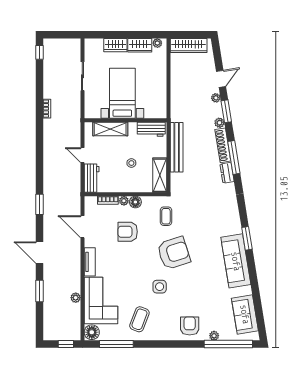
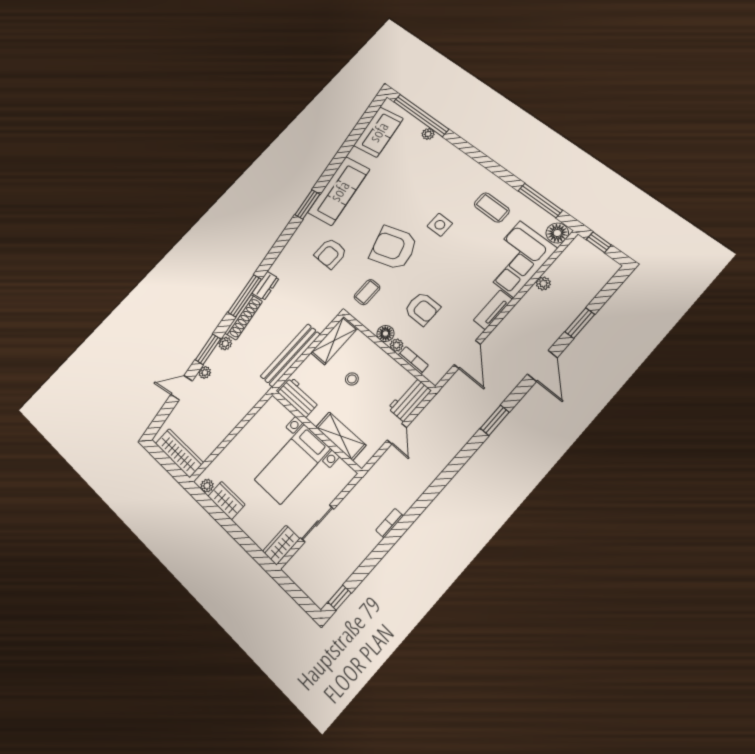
wardrobe: (115, 45) -> (281, 545), moved, turned -90
coffee table: (139, 319) -> (492, 207), turned 69
armchair: (190, 326) -> (331, 253), moved

